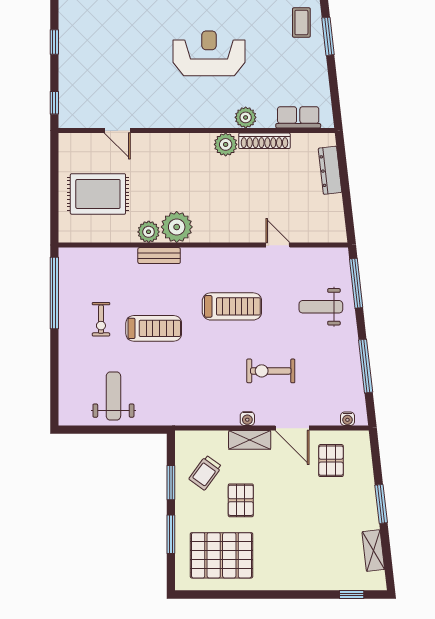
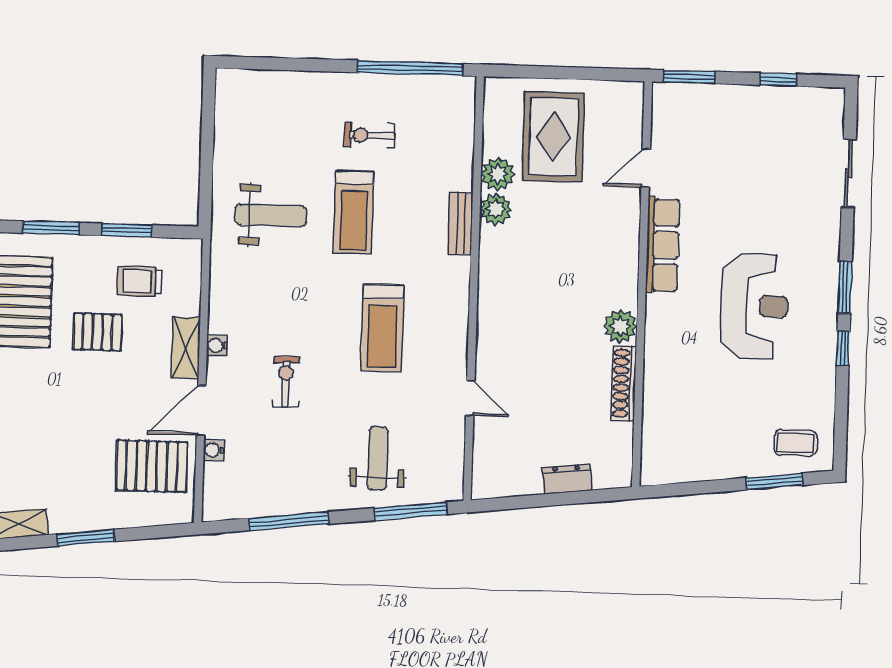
window: (54, 103) -> (689, 77), width x1.50
plant: (246, 117) -> (659, 357), removed
row of seats: (298, 117) -> (662, 245), moved, width x1.48
dresser: (330, 170) -> (567, 479), width x0.70
plant: (177, 227) -> (498, 174), moved, width x0.73, depth x0.73
door: (278, 245) -> (470, 398), hinge flipped
exercise bike: (271, 371) -> (286, 382), width x0.73, depth x0.72
weight bench: (113, 396) -> (271, 215), moved
water cooler: (347, 419) -> (214, 450), moved
pallet: (331, 461) -> (152, 466), width x1.50, depth x1.42
trolley: (205, 473) -> (140, 281), turned -36

